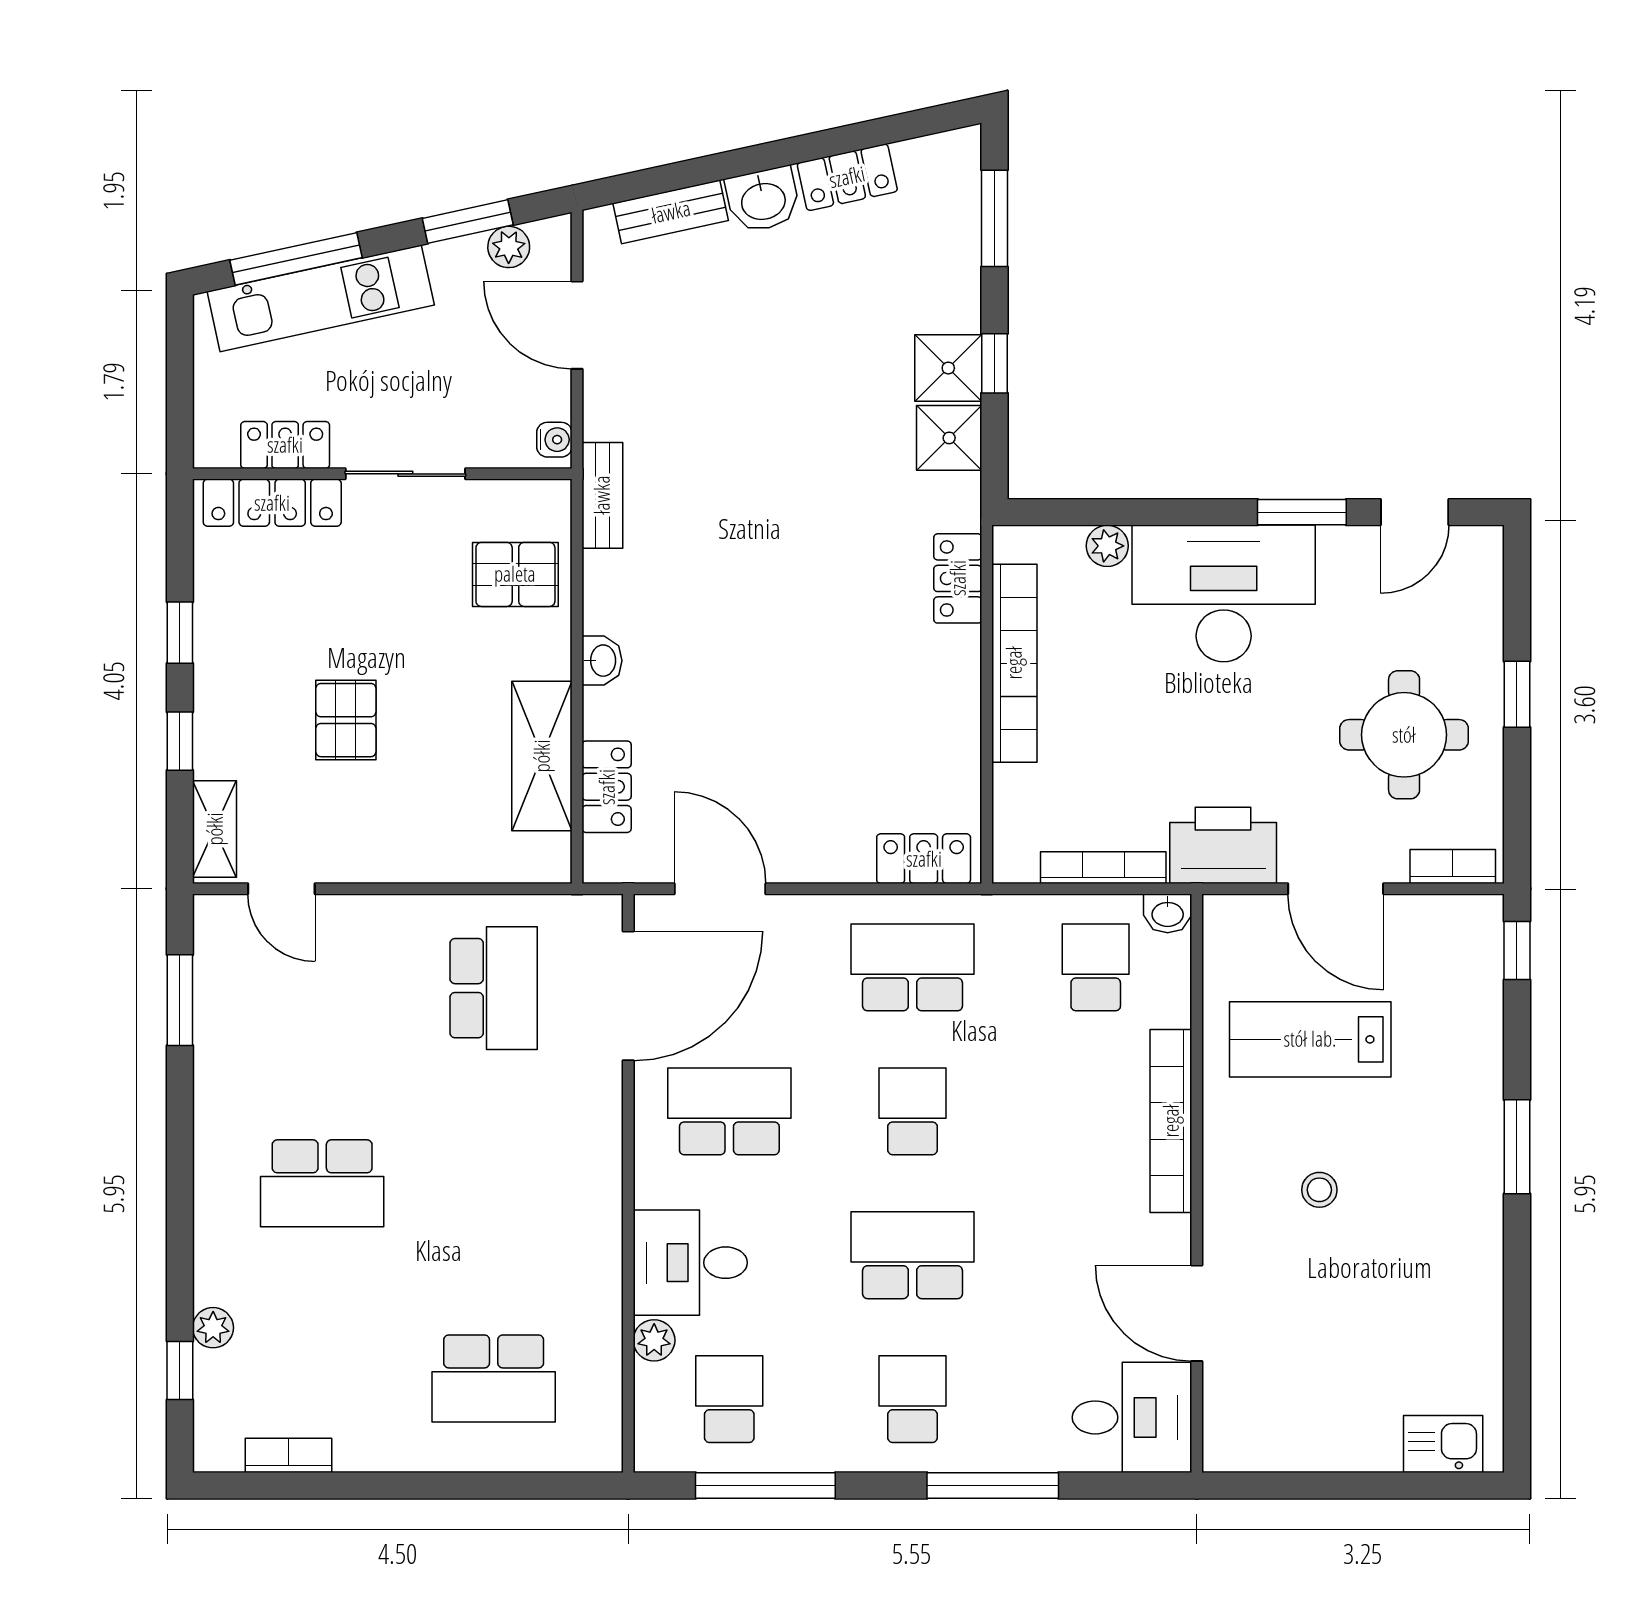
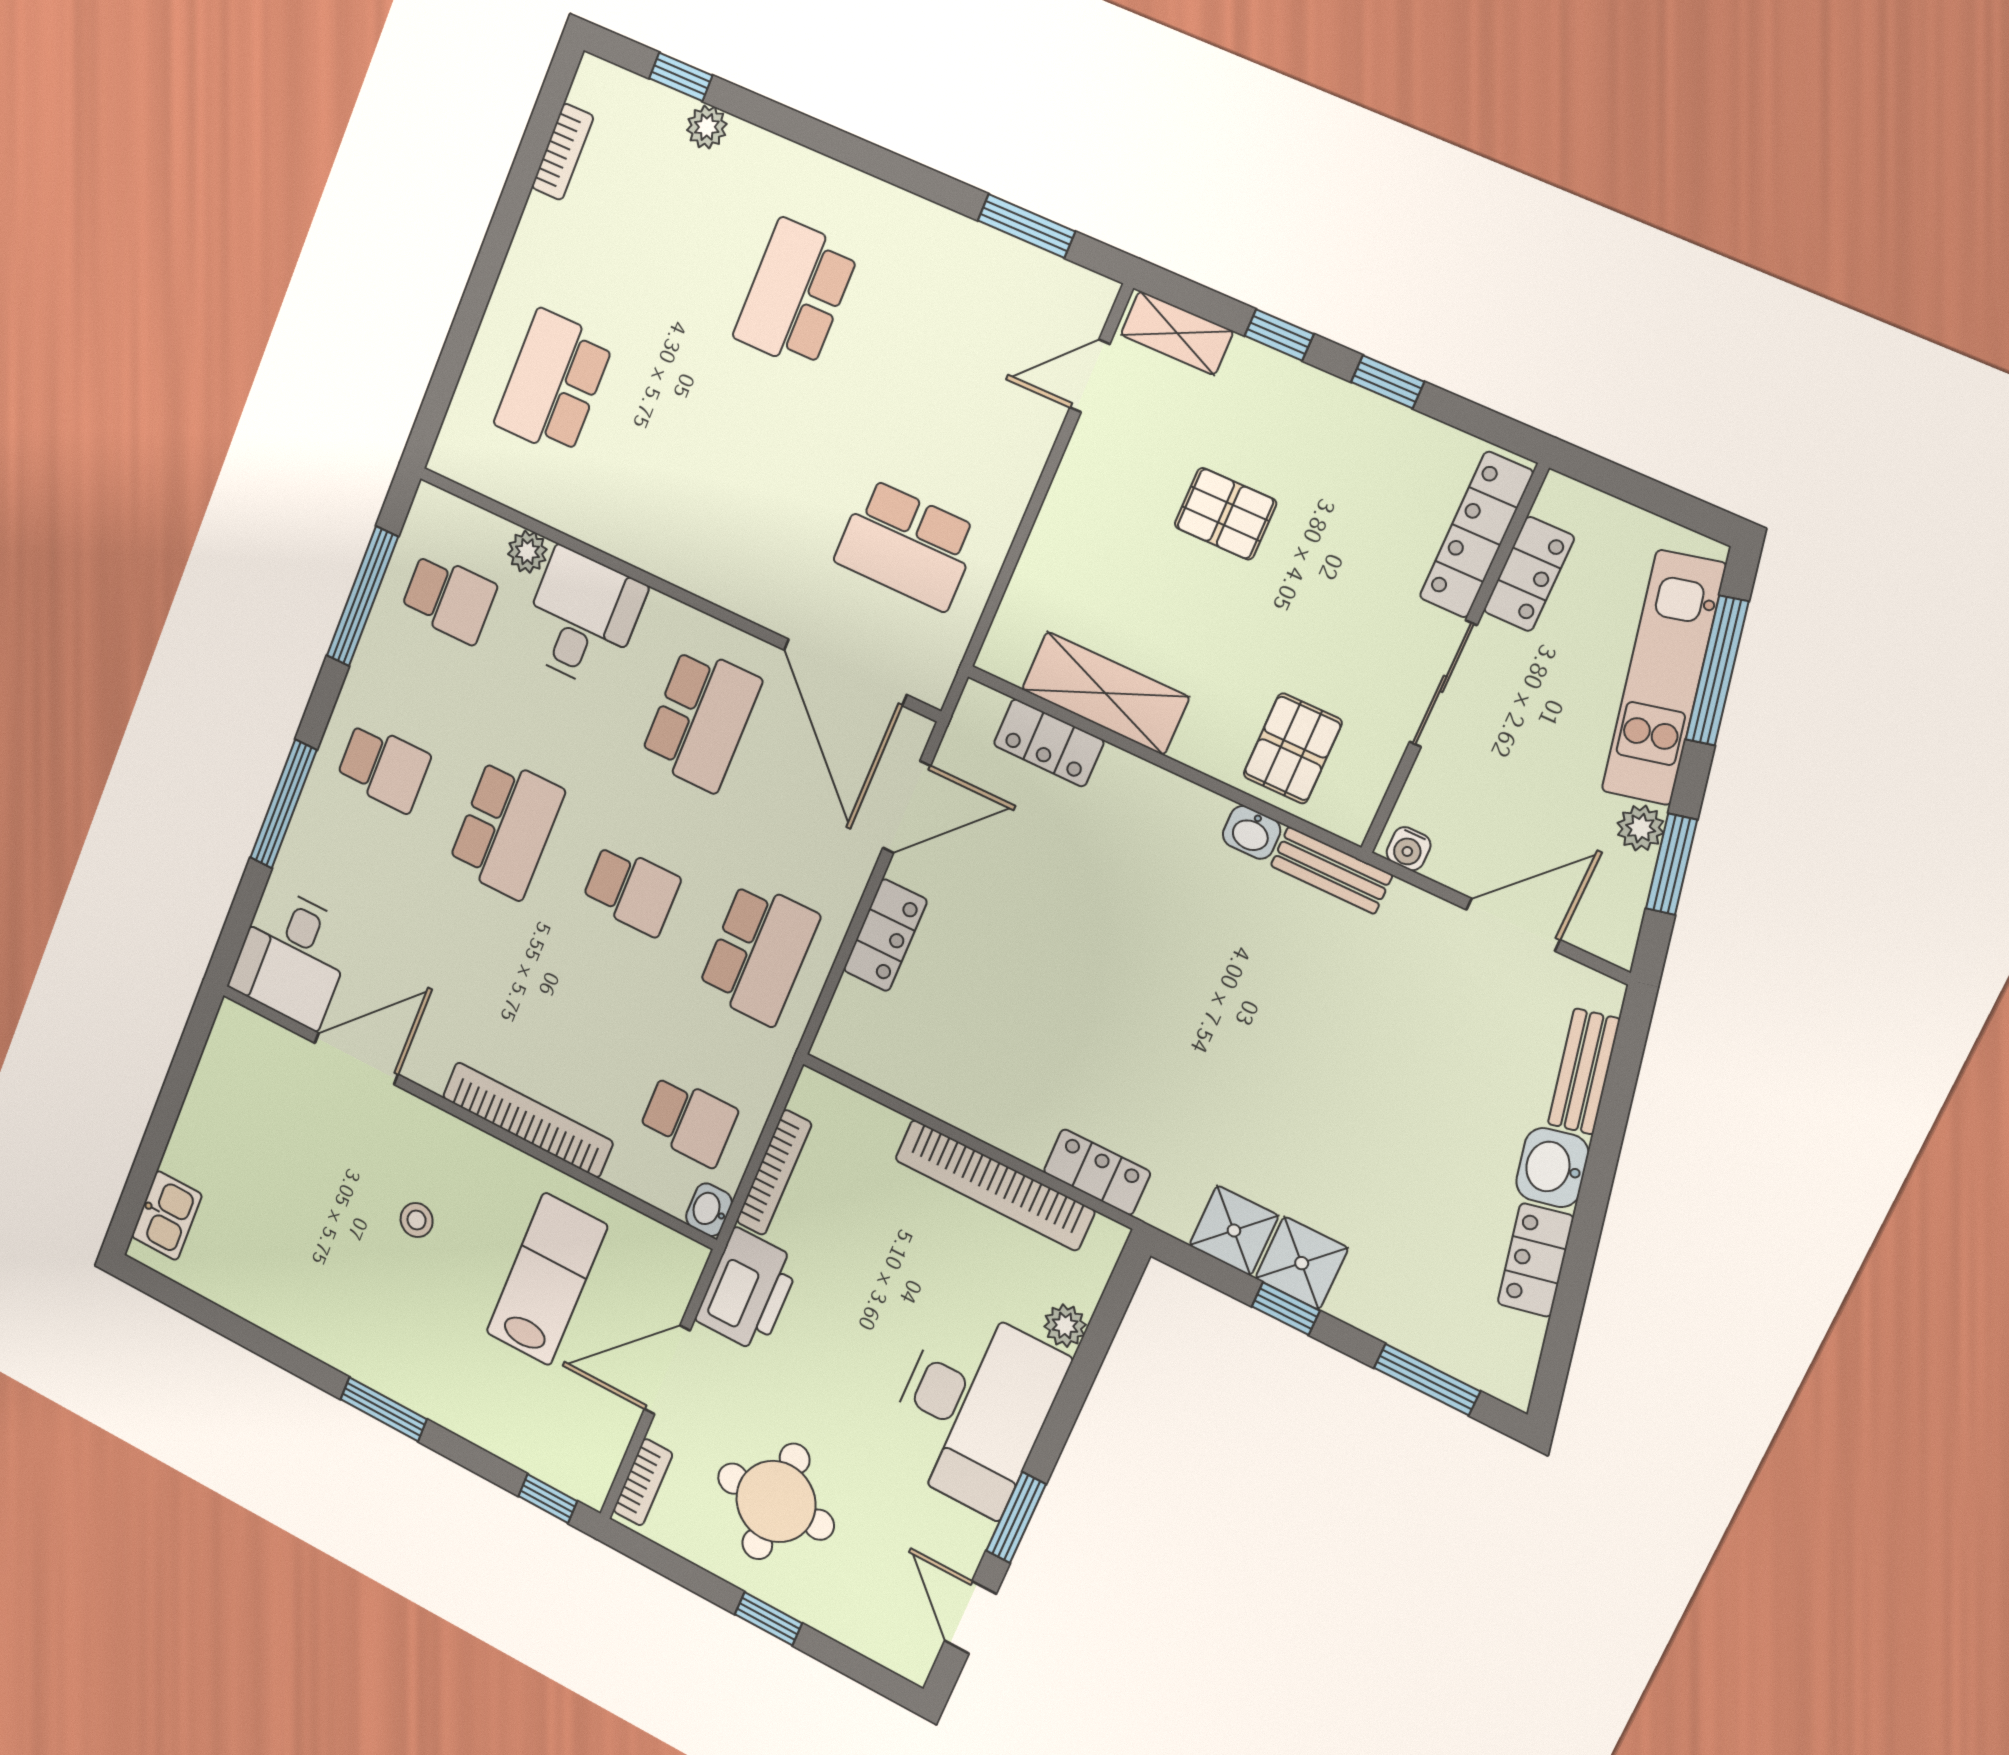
plant: (509, 247) -> (1641, 828), moved
washbasin: (602, 661) -> (1252, 832), moved
locker: (924, 859) -> (885, 935), moved

